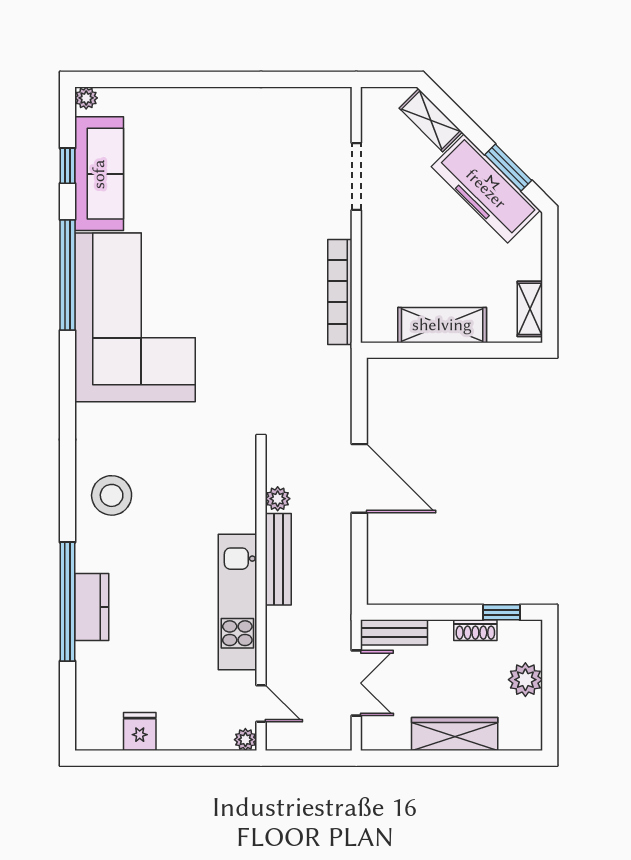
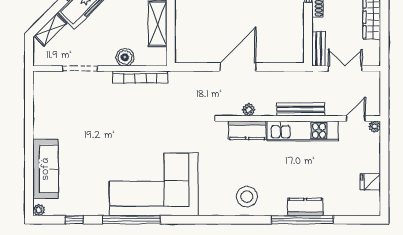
sofa: (99, 174) -> (46, 169), moved, turned 90
boiler: (378, 262) -> (125, 57), added
kitchen counter: (239, 496) -> (247, 130), added
bench: (278, 559) -> (301, 109), moved

